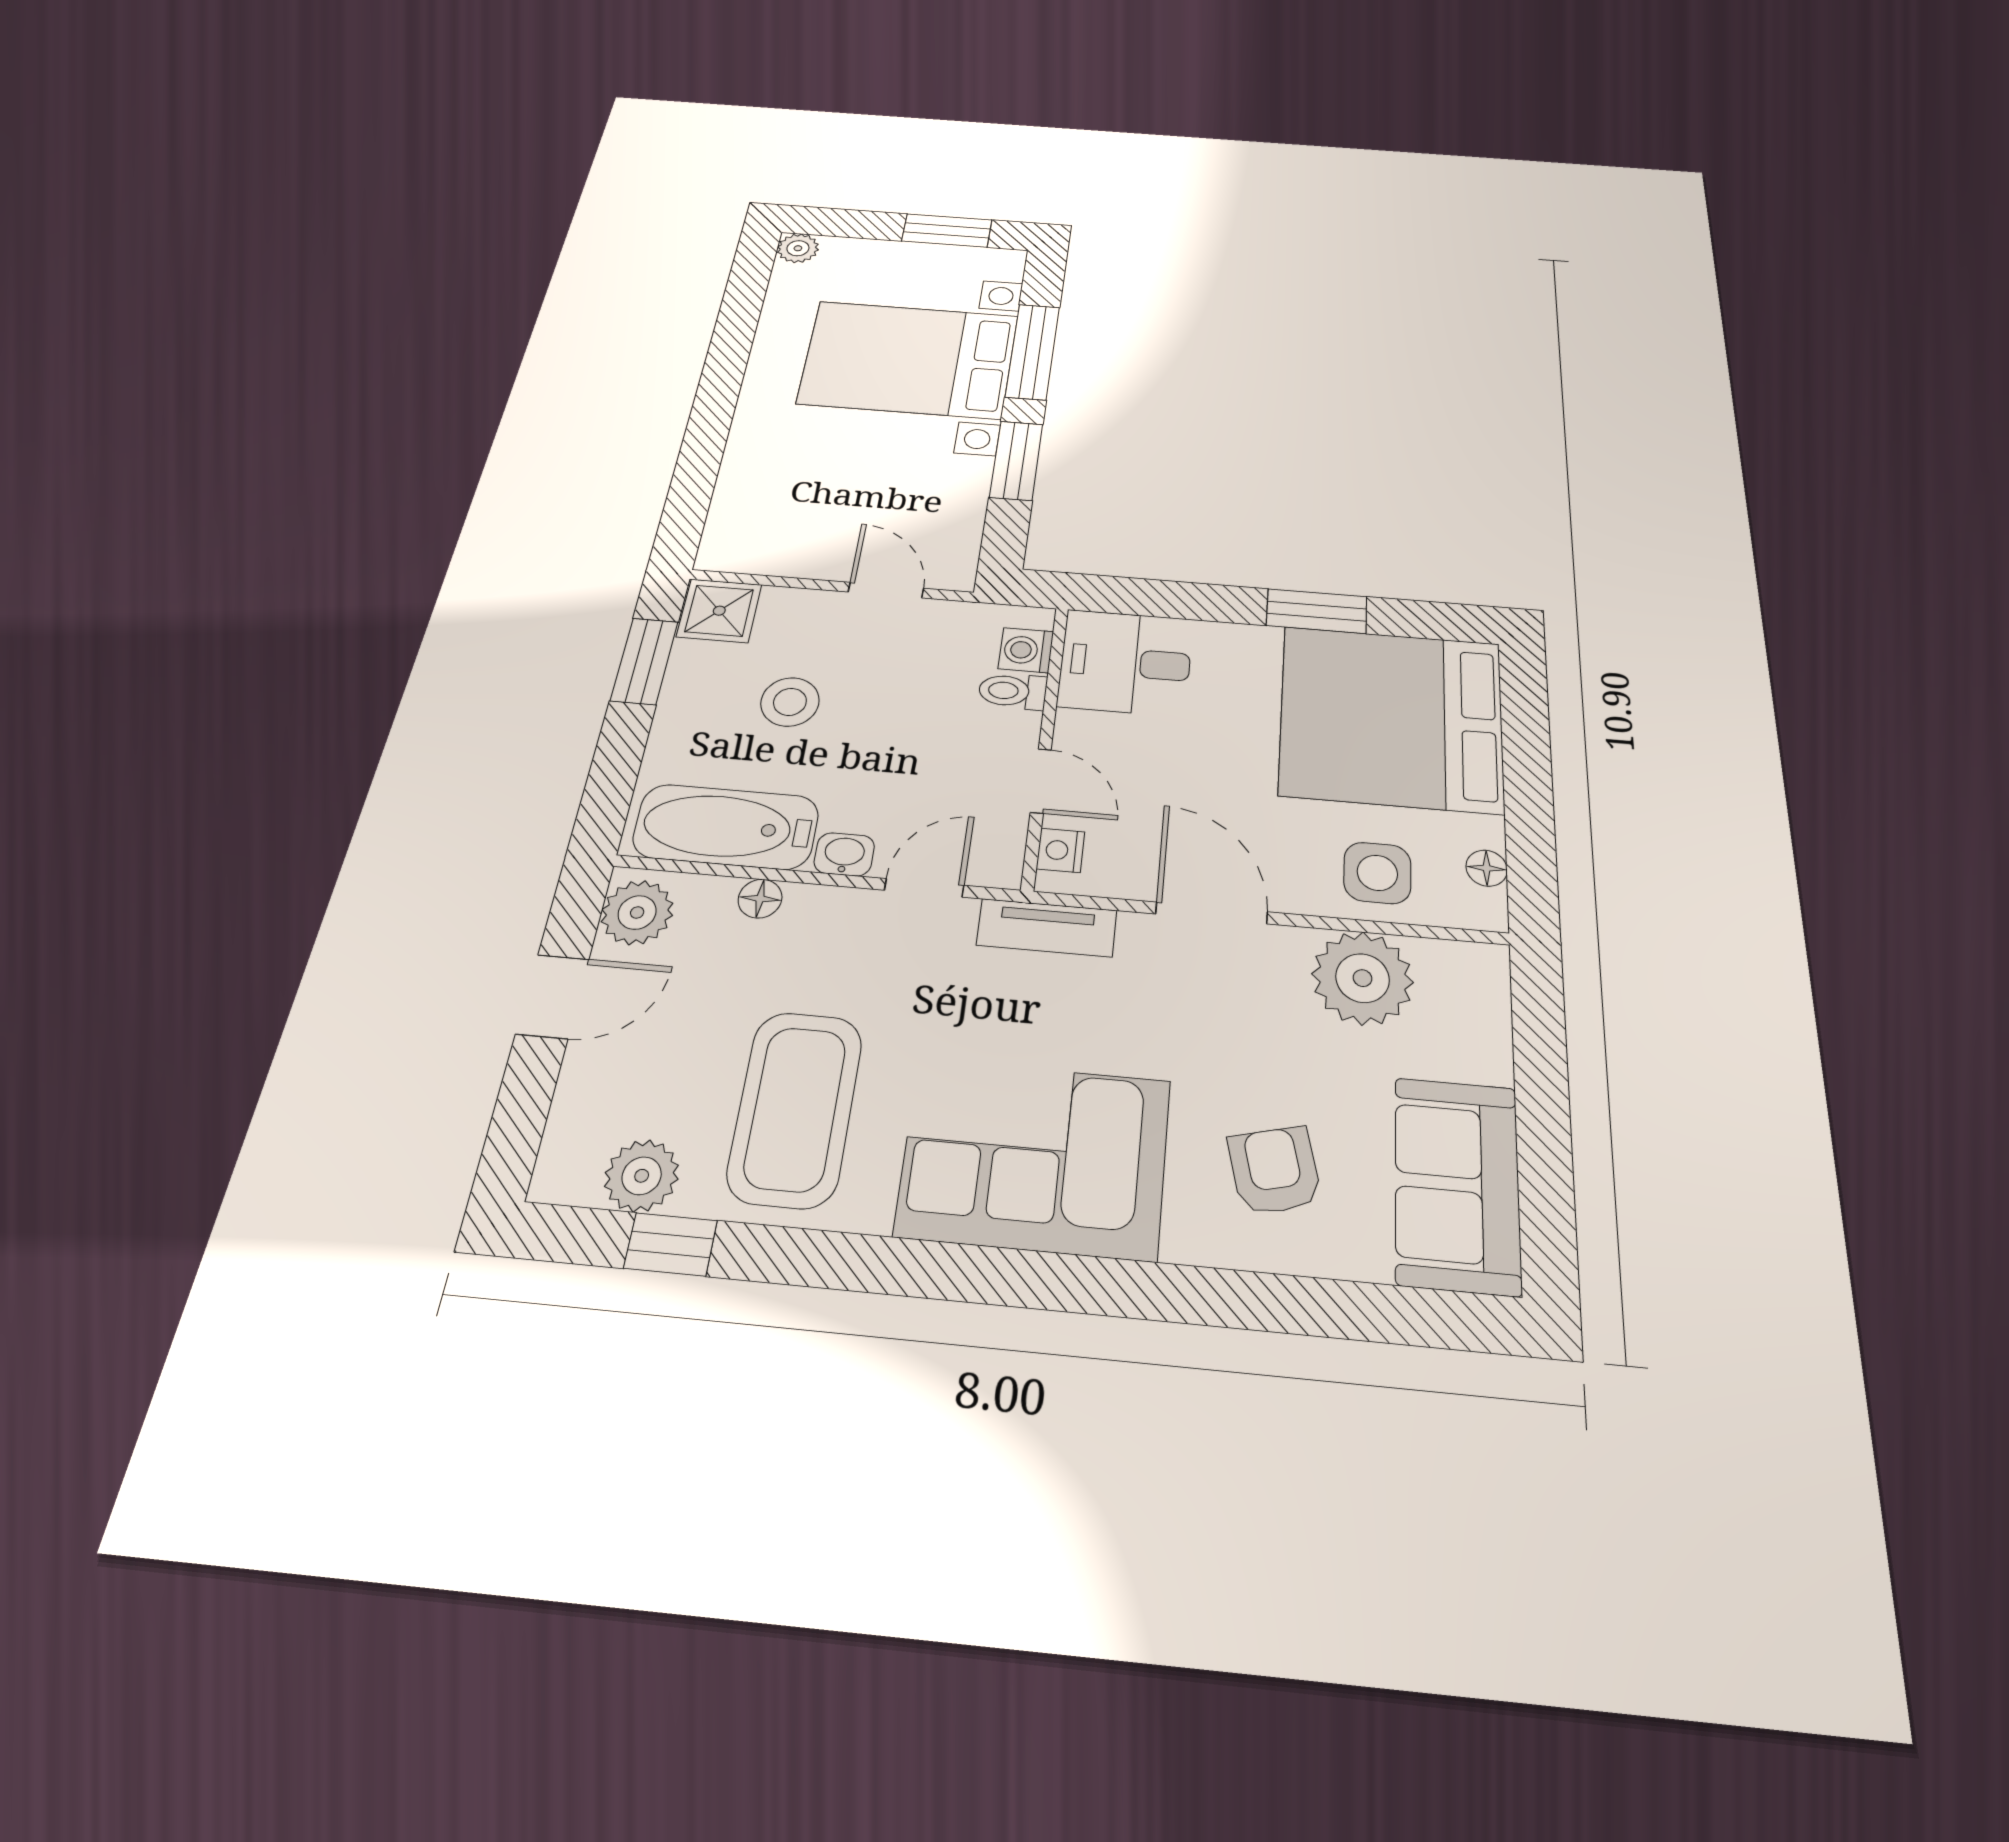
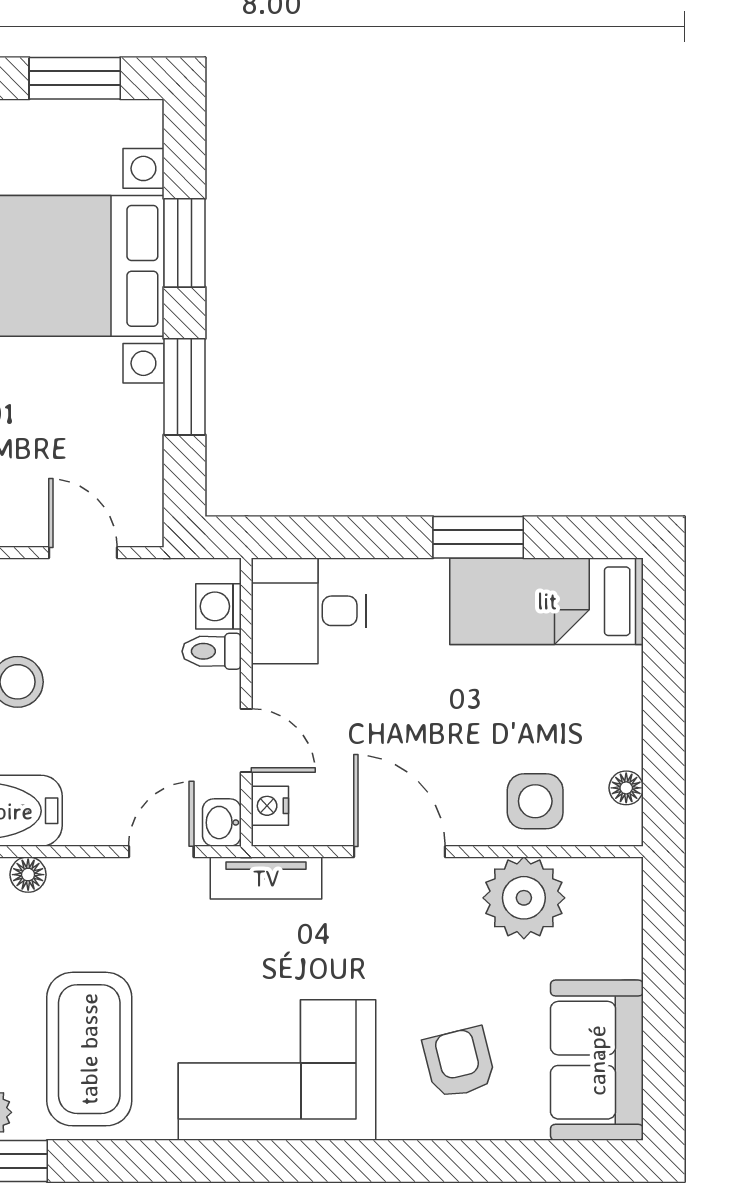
window: (1033, 352) -> (184, 243), width x0.69
bed: (1391, 718) -> (547, 601), width x0.49
washbasin: (844, 854) -> (222, 823), moved, turned -90

